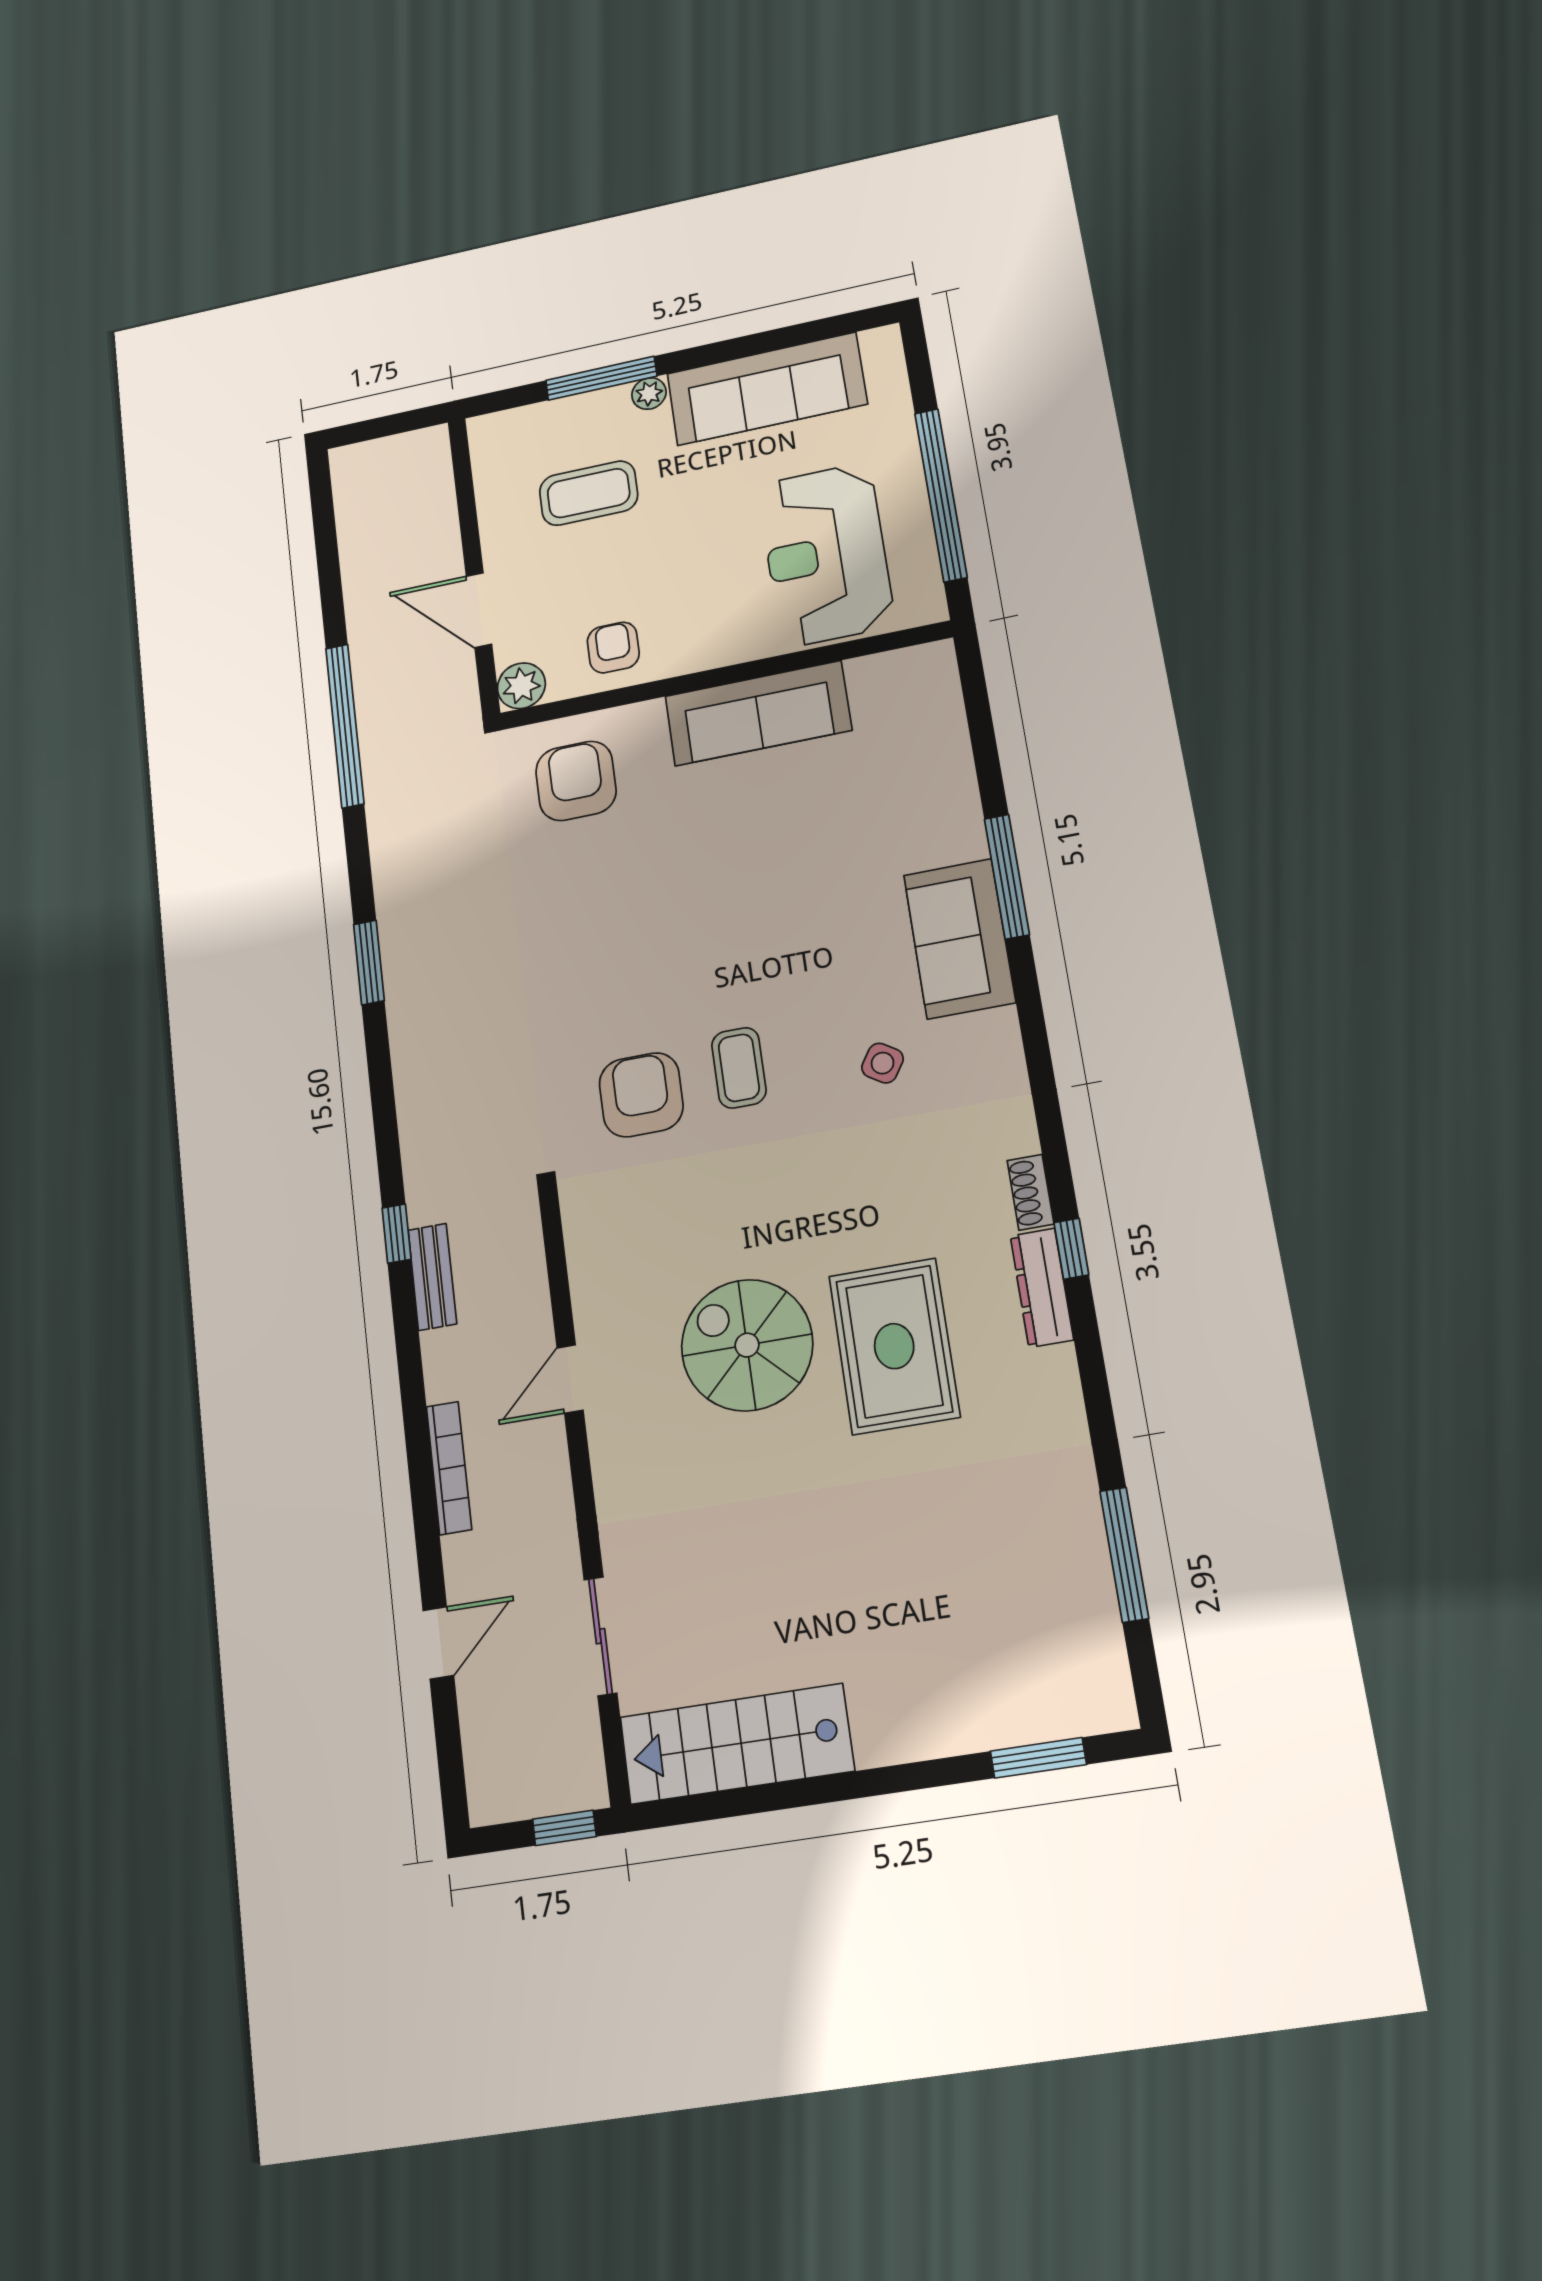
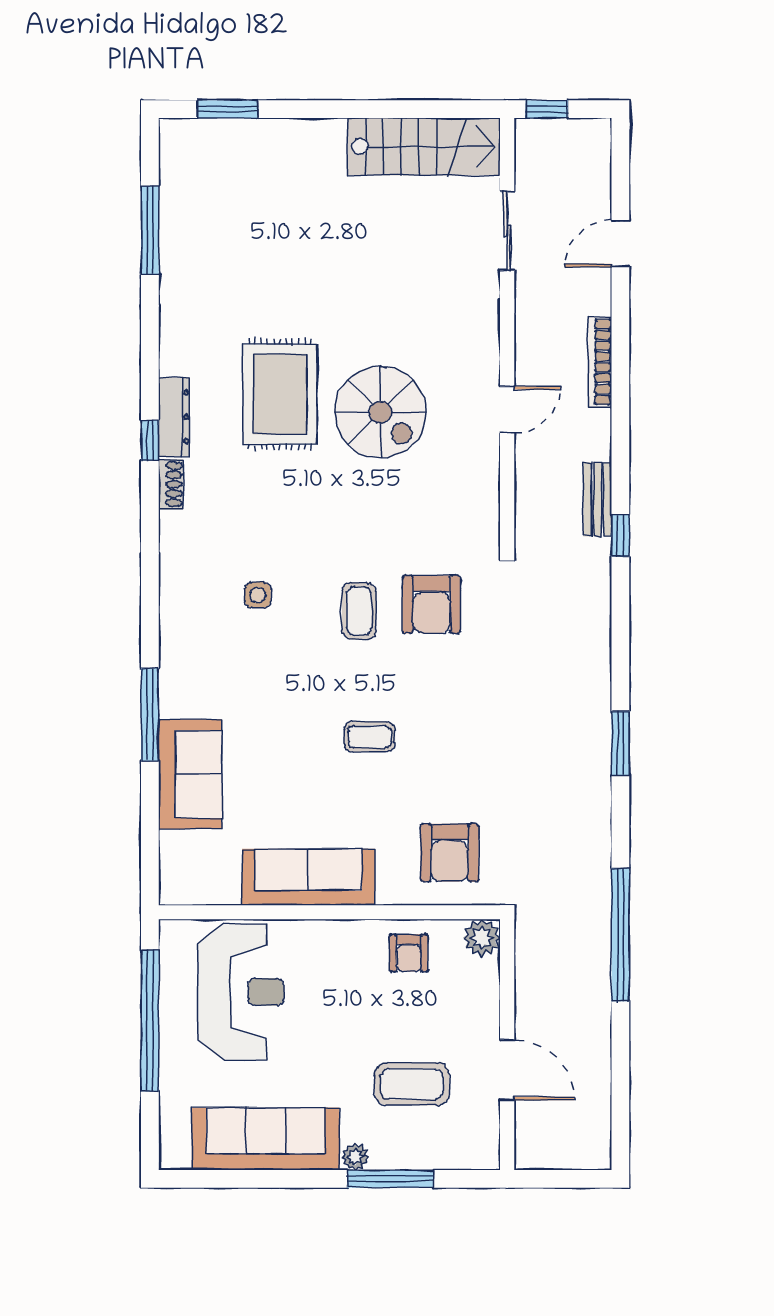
door: (479, 610) -> (507, 1070), moved
coffee table: (702, 906) -> (370, 737), added
sofa: (959, 939) -> (190, 774), moved
side table: (883, 1063) -> (258, 595), turned -33

